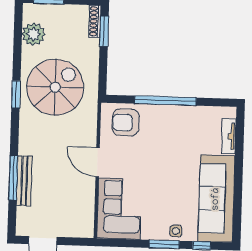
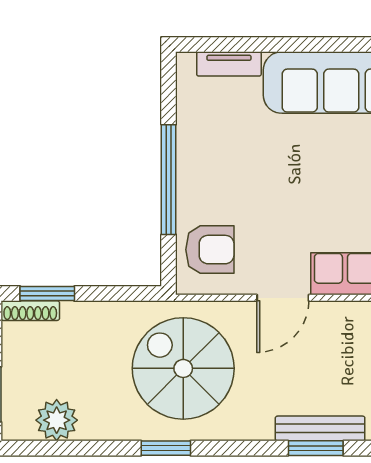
spiral stairs: (55, 87) -> (183, 368), moved
armchair: (126, 122) -> (210, 250), turned -90
window: (13, 178) -> (316, 448), width x0.69

